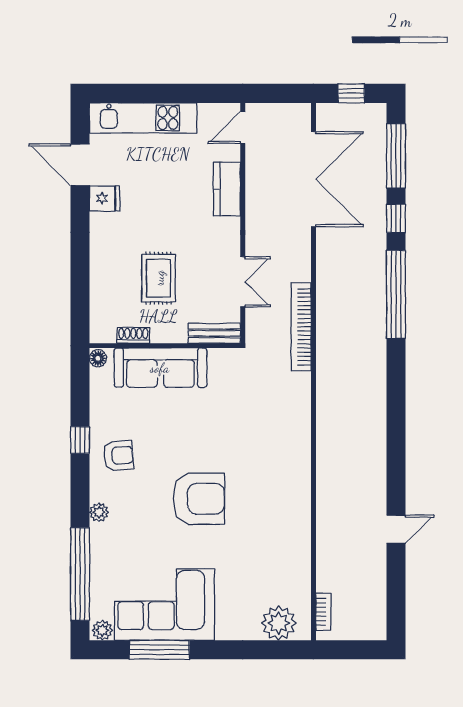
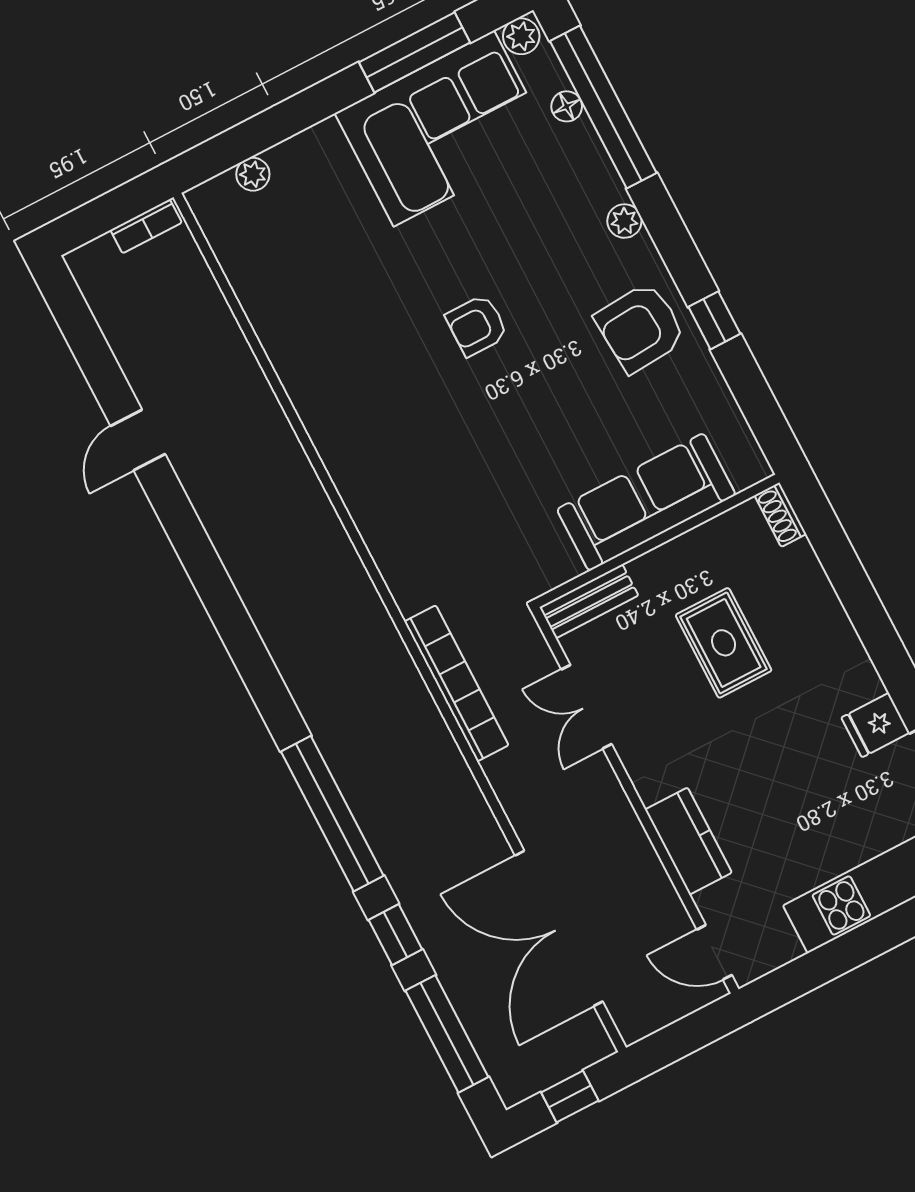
door: (243, 127) -> (714, 952), swing flipped
shoe rack: (133, 335) -> (780, 515), moved, turned 90
floor lamp: (98, 358) -> (567, 106), moved
armchair: (118, 455) -> (640, 328), width x1.38, depth x1.38
armchair: (199, 499) -> (477, 325), width x0.53, depth x0.53
bookcase: (323, 612) -> (146, 226), moved, turned -90
plant: (279, 623) -> (253, 174), width x0.53, depth x0.53

